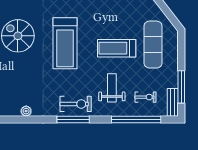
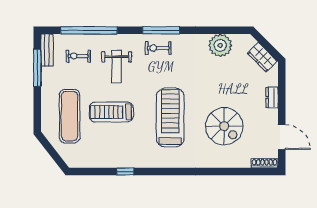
treadmill: (117, 48) -> (111, 112), turned 180
exercise bike: (76, 104) -> (158, 48), width x0.73, depth x0.72
plant: (26, 111) -> (220, 45), width x1.88, depth x1.88

